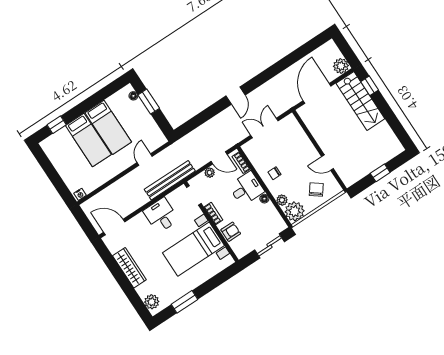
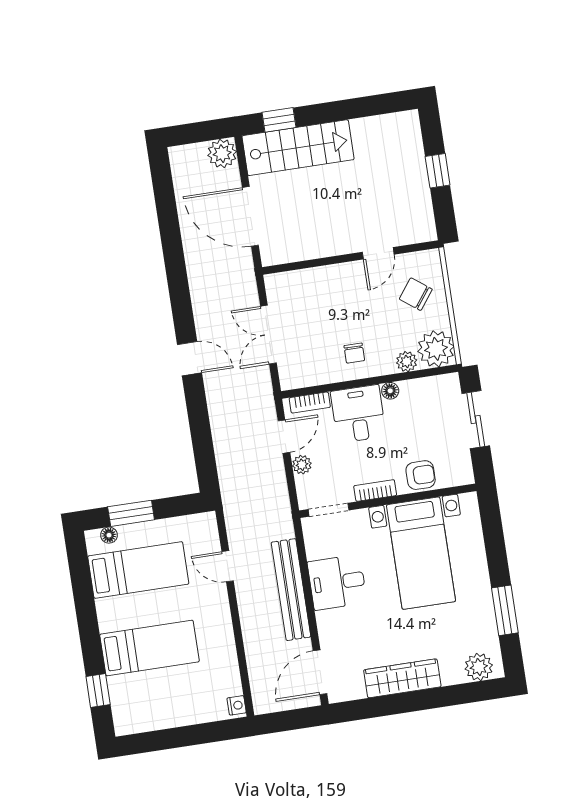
bed: (108, 127) -> (138, 570), moved
bench: (170, 180) -> (291, 590), moved
armchair: (231, 232) -> (421, 475), turned 90

